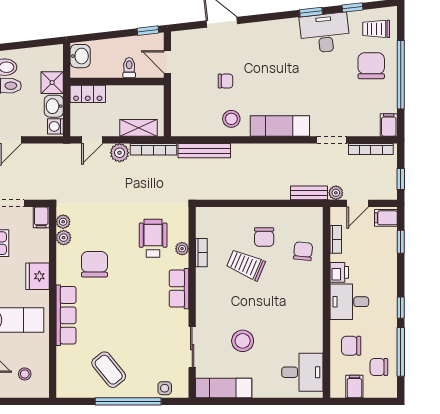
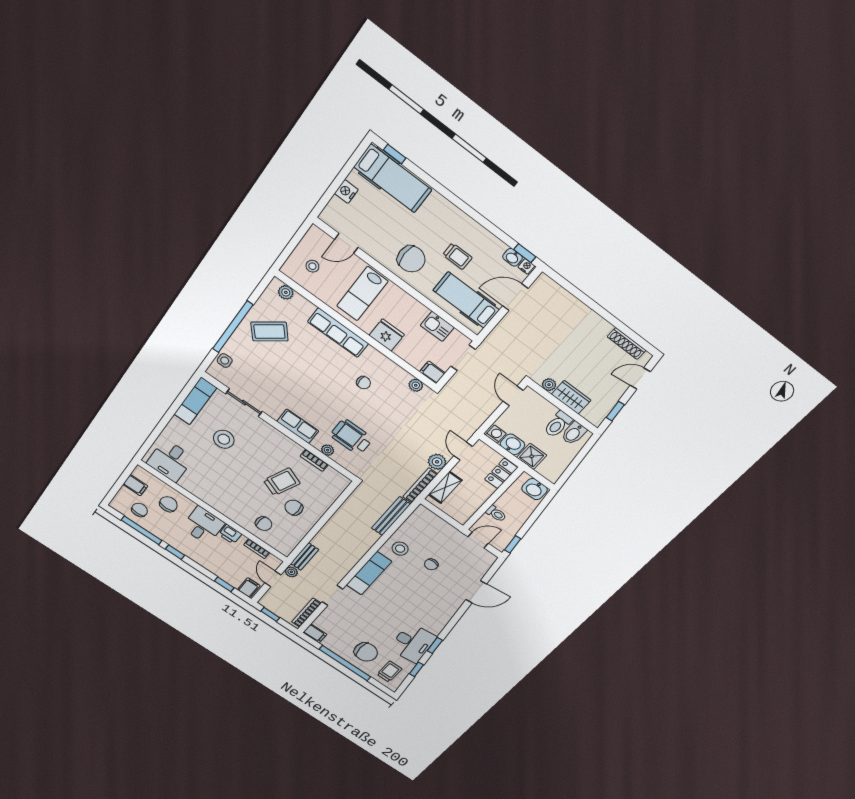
plant: (64, 238) -> (286, 292), moved
wheelchair: (153, 238) -> (351, 437), turned 180
chair: (94, 264) -> (363, 383), width x0.54, depth x0.54

